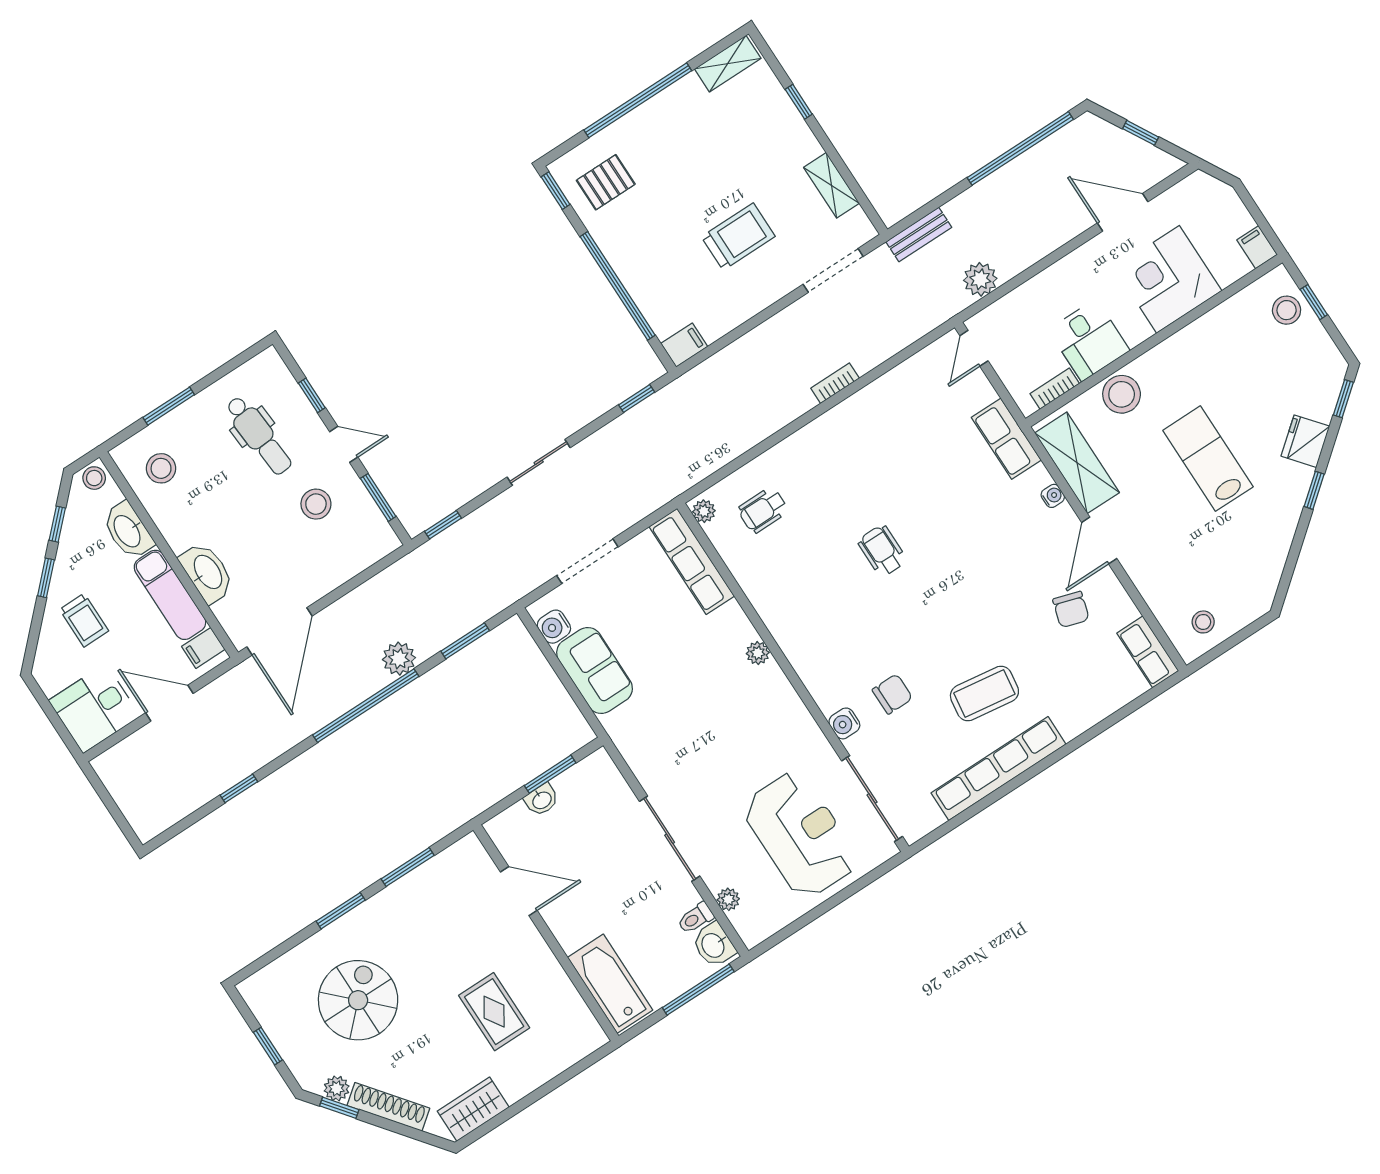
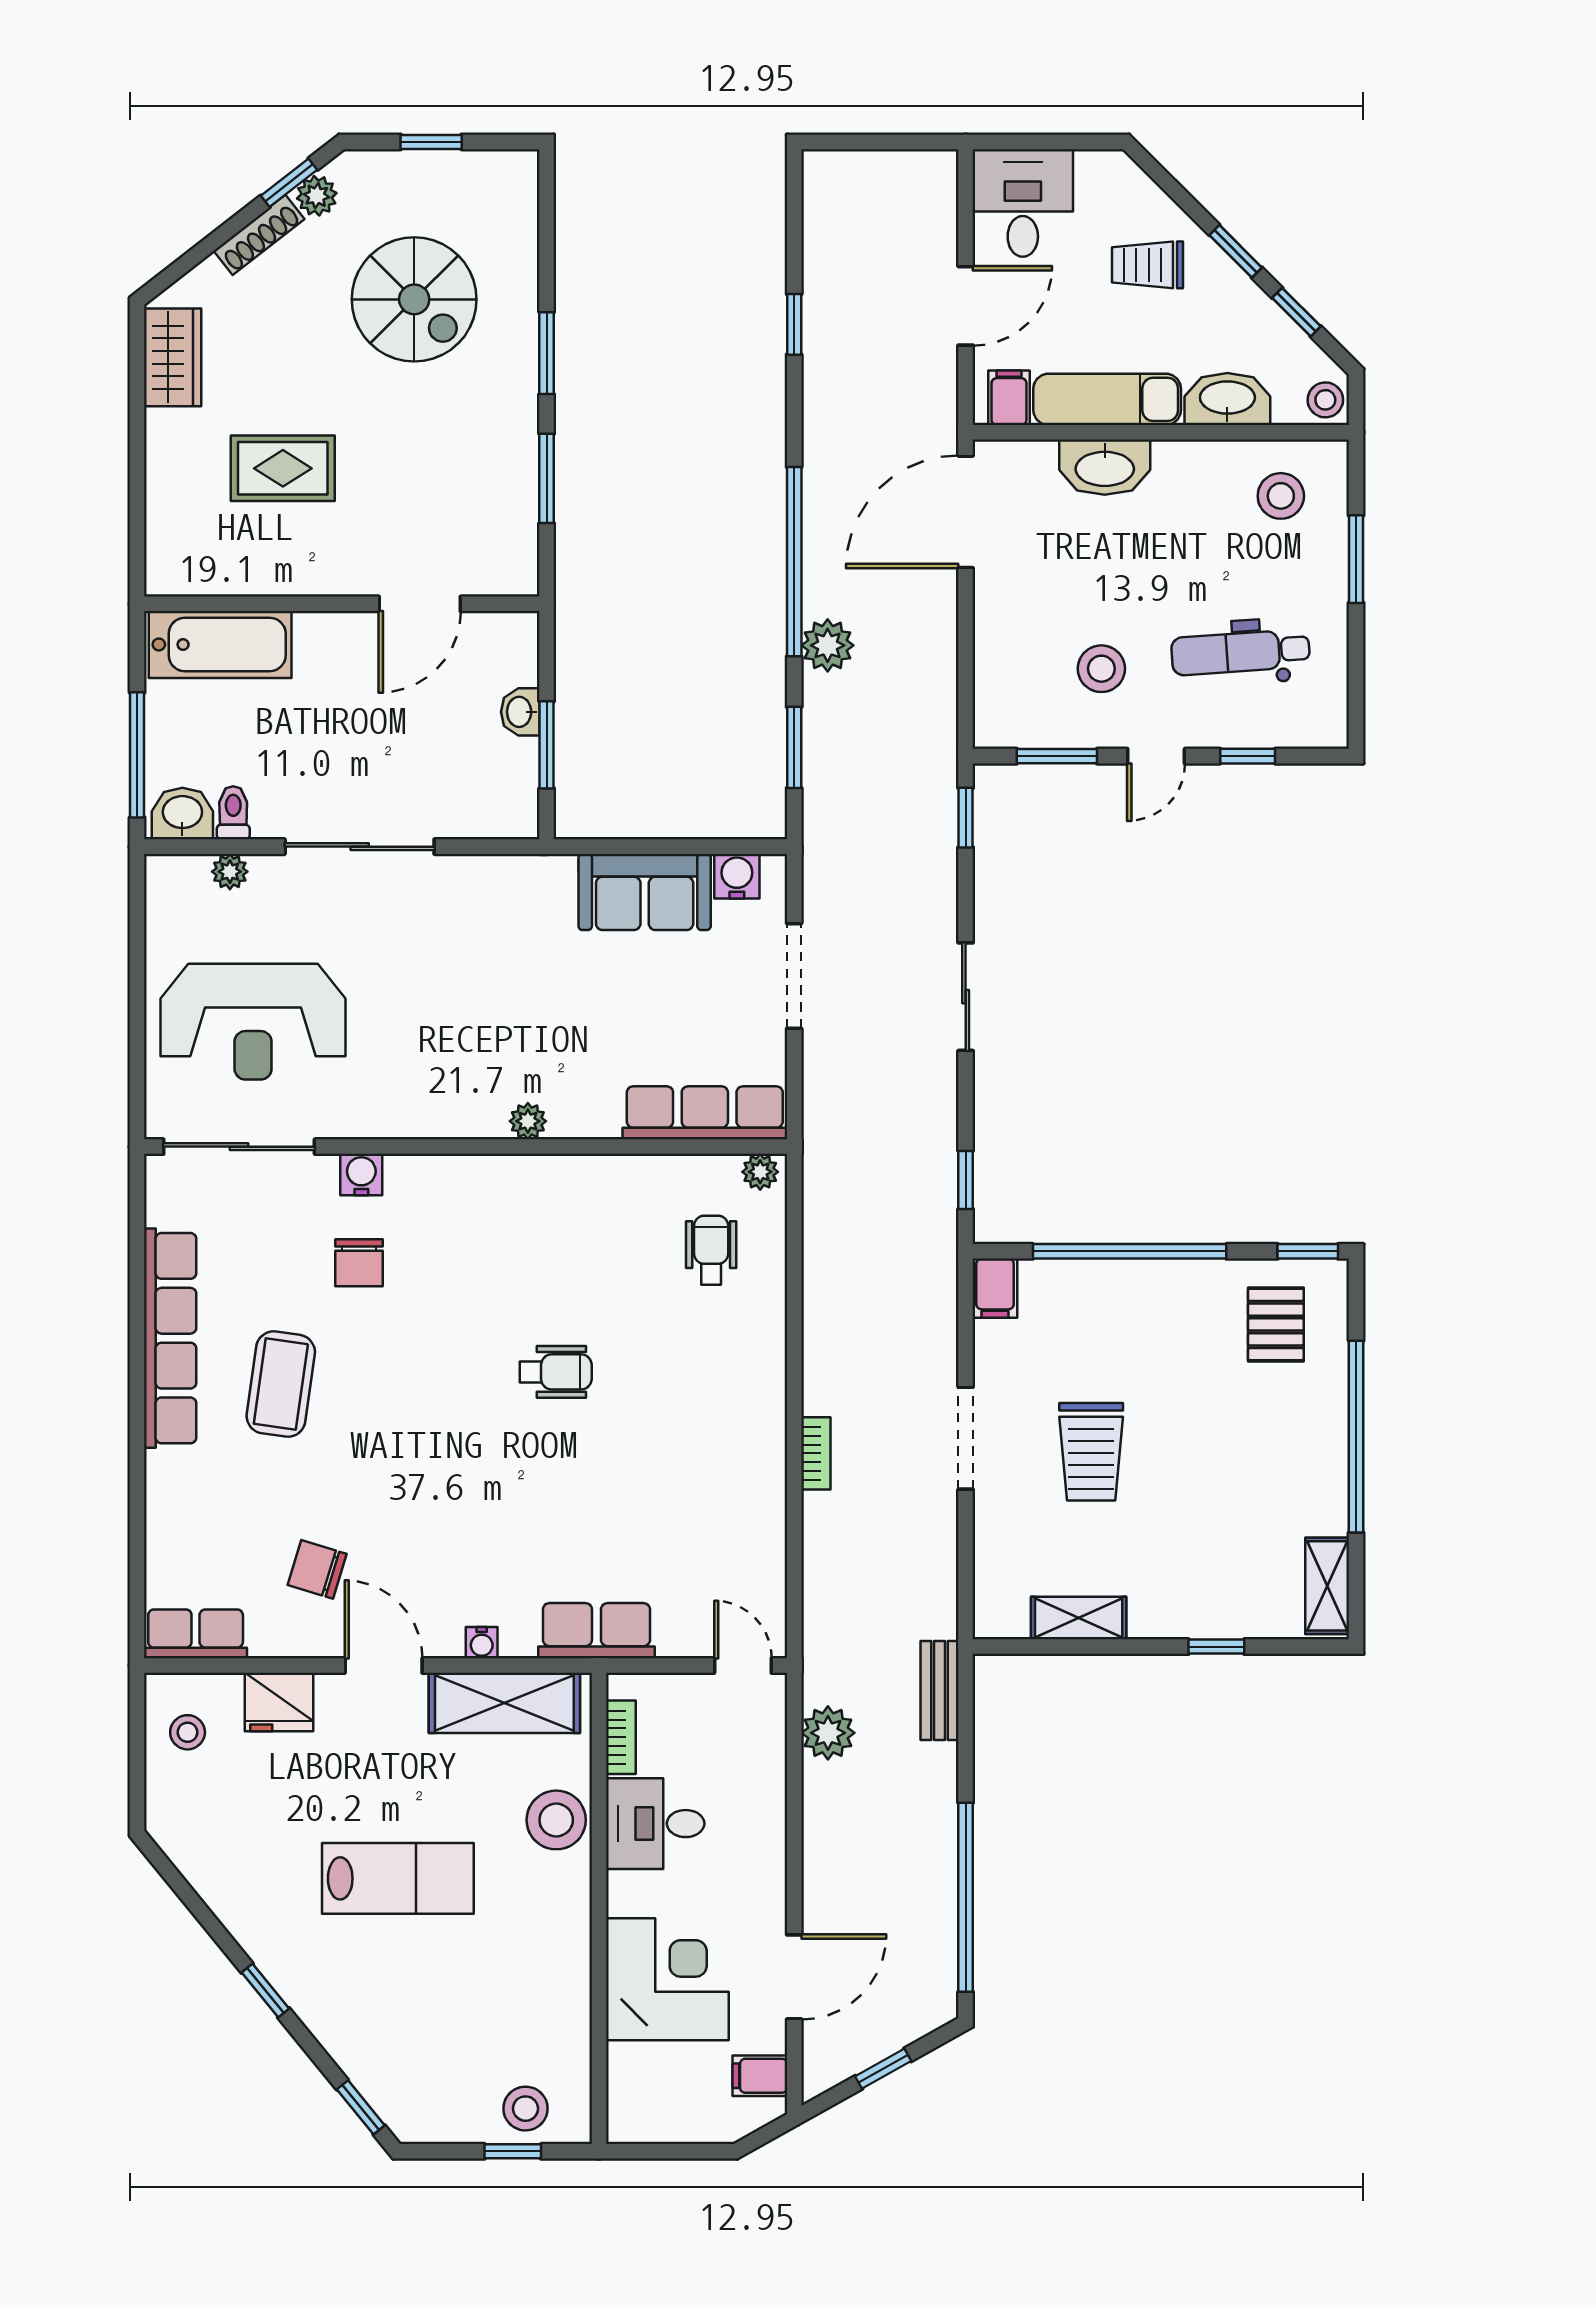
filing cabinet: (1257, 247) -> (760, 2076), moved, turned 180
doorway: (833, 270) -> (966, 1438), moved
fridge: (1305, 441) -> (279, 1702), moved, turned 129
door: (279, 631) -> (966, 512), hinge flipped
shoe rack: (388, 1107) -> (259, 235), width x0.74, depth x0.81

